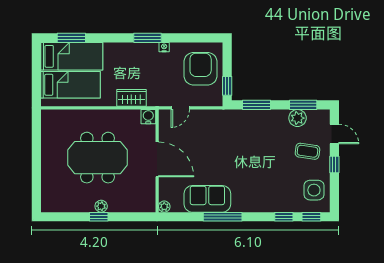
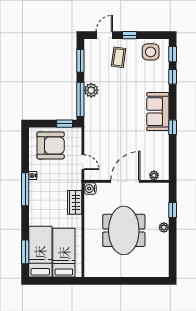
window: (147, 38) -> (25, 189), width x1.44
armchair: (201, 69) -> (51, 145), turned 180
window: (256, 105) -> (80, 99), width x1.44
plant: (298, 118) -> (91, 90), moved
sofa: (207, 199) -> (158, 112), moved
plant: (164, 207) -> (154, 175), moved
window: (99, 217) -> (173, 210), moved
window: (223, 217) -> (173, 127), width x0.46

